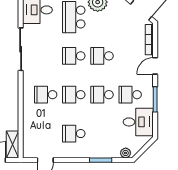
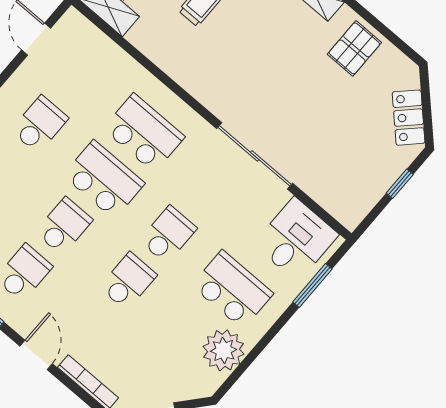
school desk: (46, 95) -> (144, 133), width x1.85
school desk: (74, 95) -> (104, 179), width x1.85

